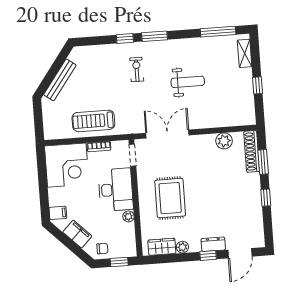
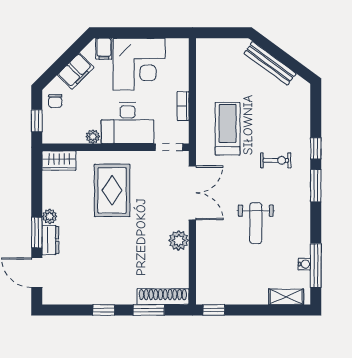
water cooler: (218, 41) -> (304, 264), added
window: (258, 85) -> (214, 310), moved
treadmill: (93, 121) -> (228, 129), moved
plant: (224, 141) -> (179, 240), moved
corner desk: (67, 165) -> (139, 64), moved, turned -90
rug: (170, 198) -> (112, 190), turned 90
wardrobe: (162, 247) -> (59, 161), moved, turned 90
plant: (182, 247) -> (50, 216), moved
window: (208, 256) -> (37, 233), width x1.50

